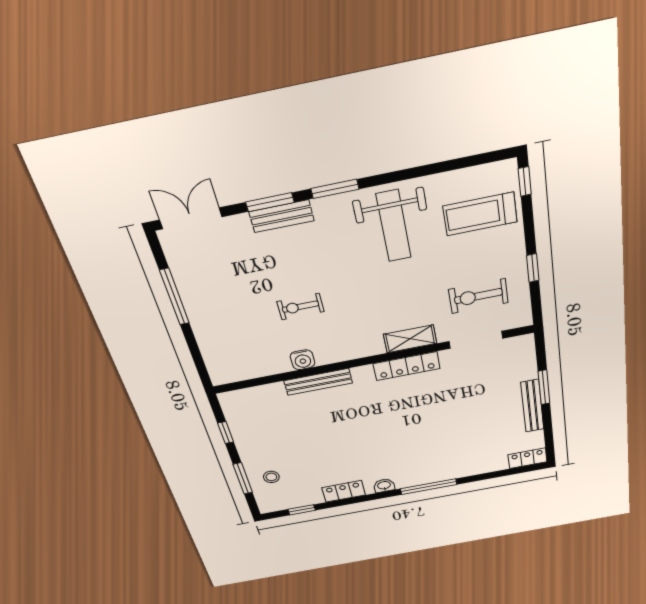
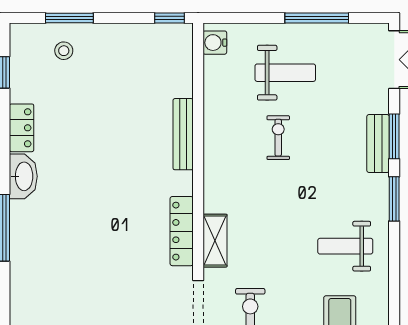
weight bench: (394, 226) -> (345, 246), width x0.73, depth x0.75
weight bench: (236, 313) -> (285, 73), added
water cooler: (303, 360) -> (215, 43), moved
window: (226, 433) -> (170, 18), moved
washbasin: (384, 486) -> (23, 176), width x1.91, depth x1.45

